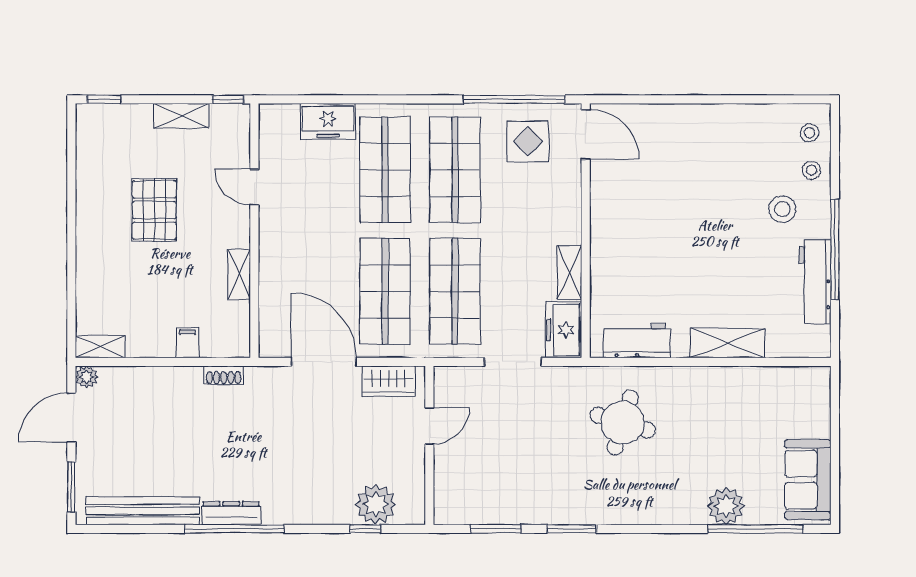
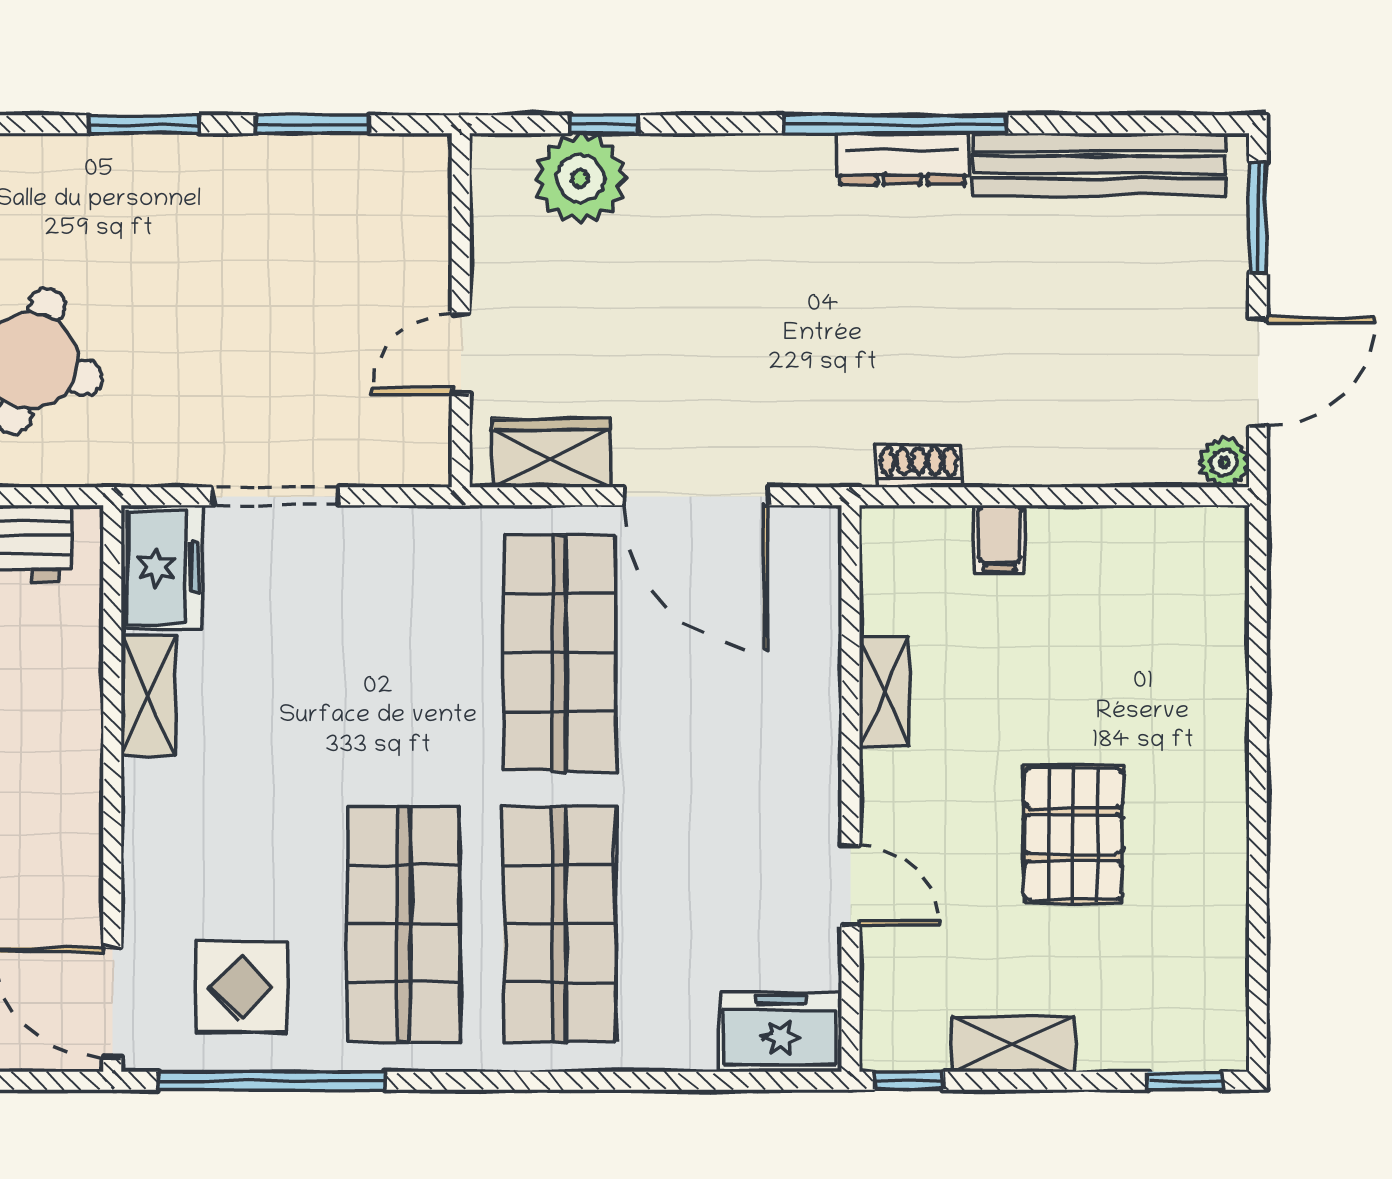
freezer: (328, 121) -> (780, 1032), moved
shop shelf: (455, 291) -> (404, 653), removed
shelving: (100, 347) -> (1194, 530), removed

